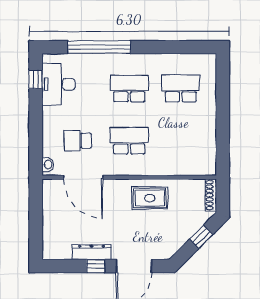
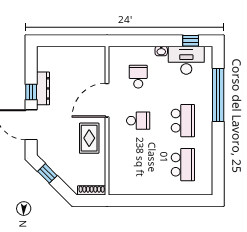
school desk: (129, 141) -> (138, 121), width x0.54
washbasin: (48, 165) -> (161, 51), moved
door: (83, 177) -> (107, 100), moved
window: (201, 237) -> (47, 173), moved

